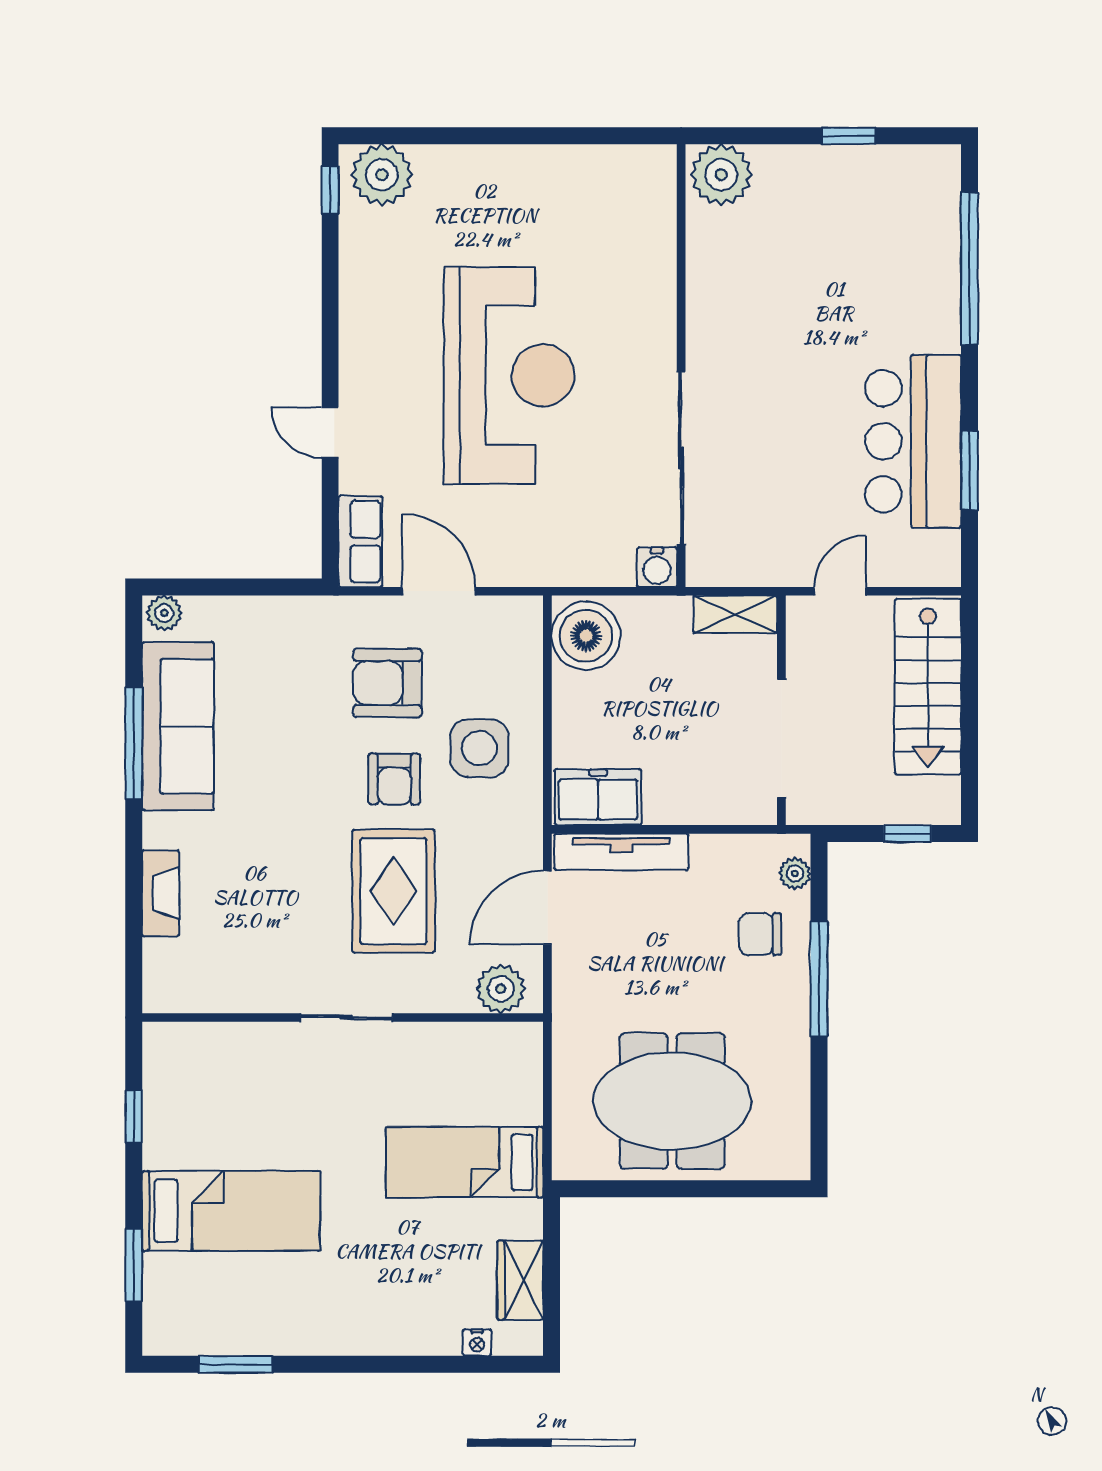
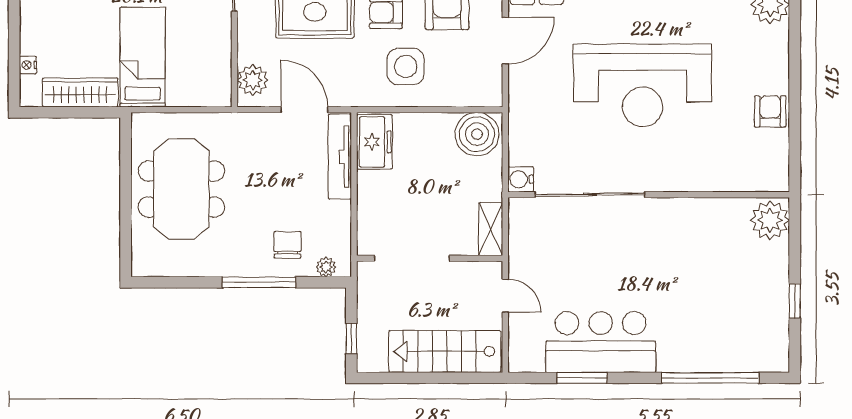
armchair: (550, 174) -> (770, 111), added
wardrobe: (520, 1280) -> (80, 92), width x1.50

